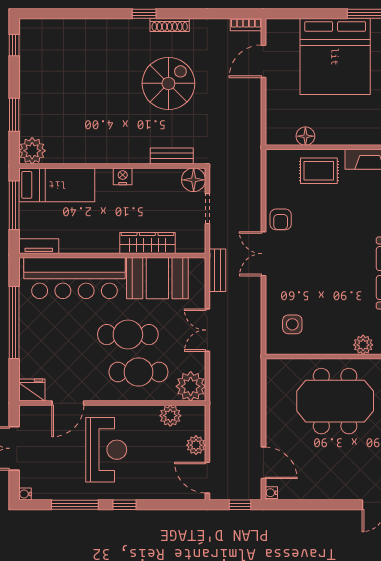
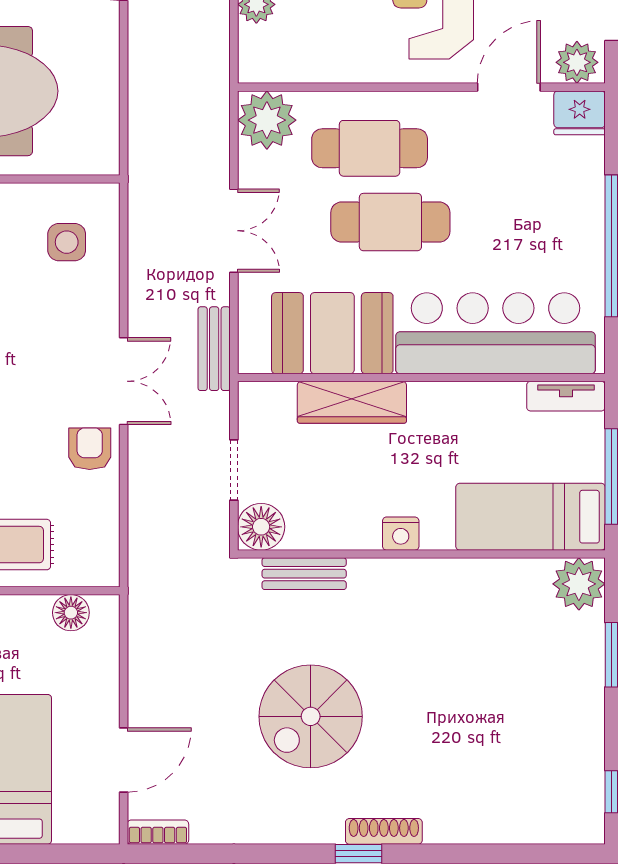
shoe rack: (170, 25) -> (384, 831), moved
floor lamp: (305, 136) -> (71, 613), moved
plant: (170, 416) -> (577, 62), moved

